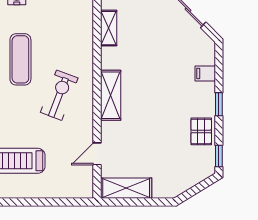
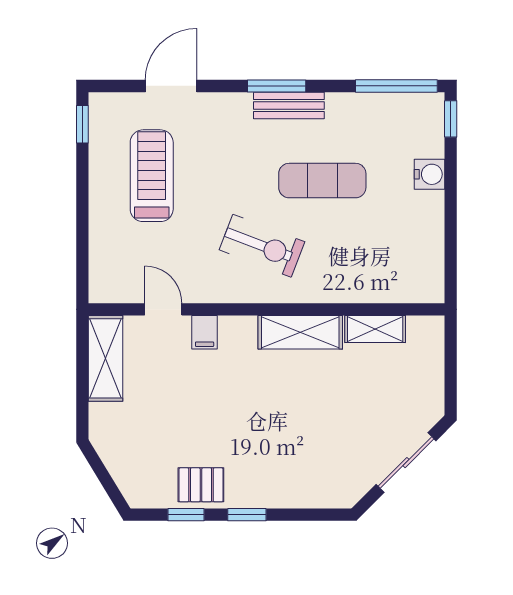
filing cabinet: (205, 73) -> (205, 332), moved, turned 180
shelving: (111, 95) -> (300, 332), moved
window: (219, 156) -> (186, 515), moved

